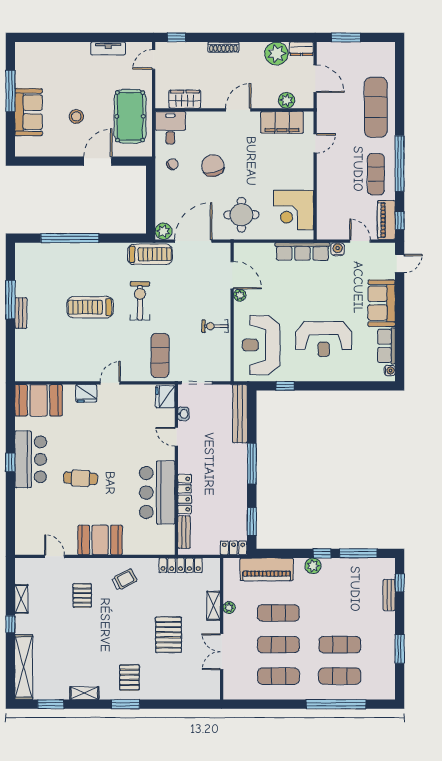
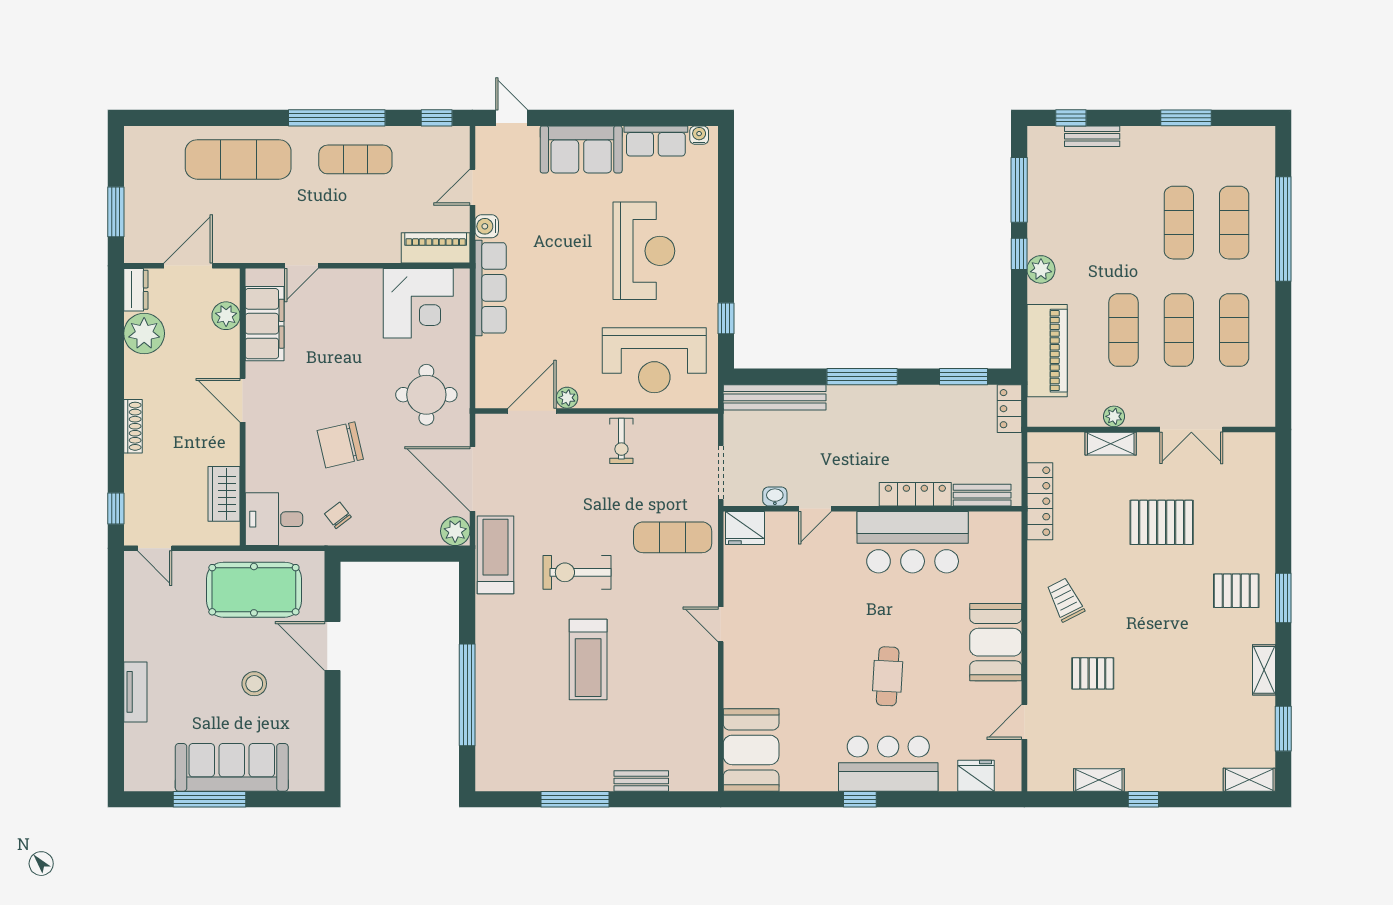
tv unit: (108, 48) -> (135, 692), moved
sofa: (29, 112) -> (232, 767), width x1.36
door: (315, 143) -> (301, 266), swing flipped
piano: (386, 220) -> (436, 248), moved, turned 180
bench: (21, 313) -> (641, 781), moved
fridge: (86, 393) -> (976, 776), moved, turned -90
bar counter: (31, 459) -> (888, 764), moved
shelving: (24, 667) -> (1249, 780), width x0.45, depth x0.75

